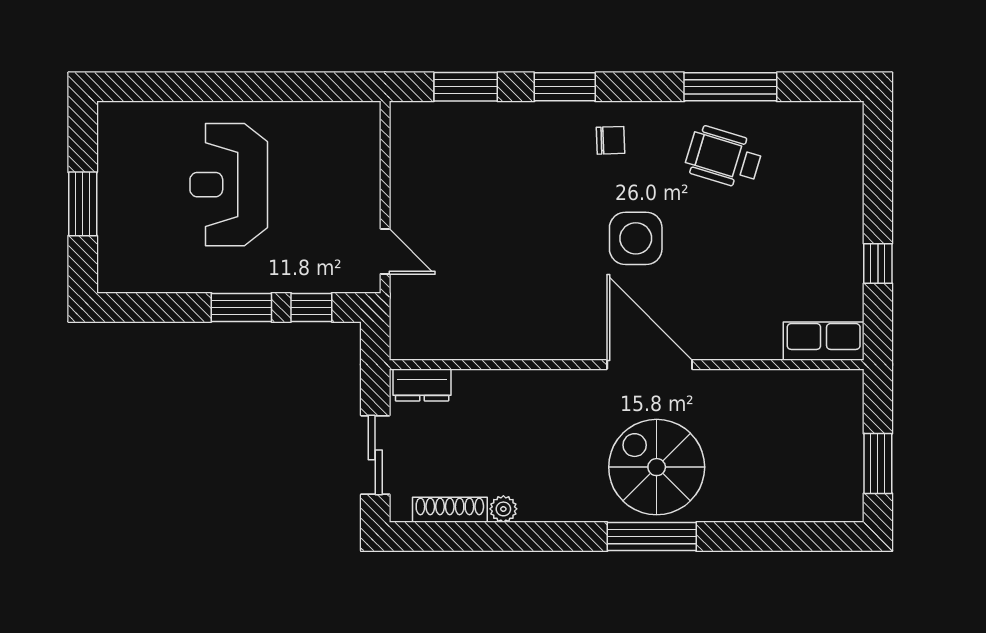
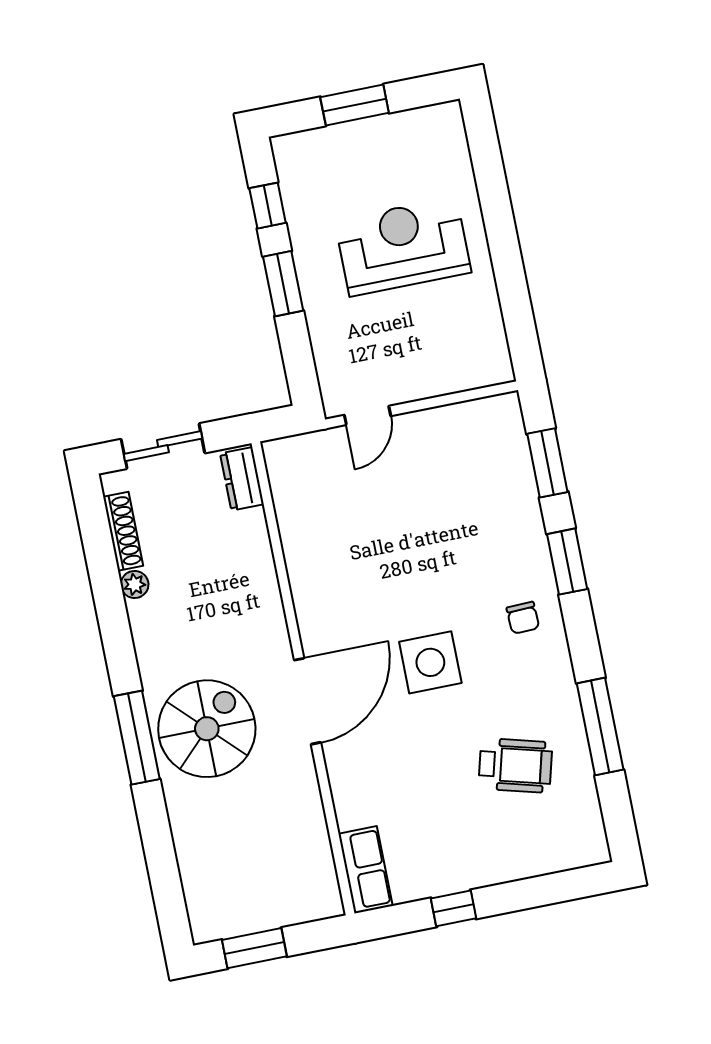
wheelchair: (724, 157) -> (515, 765), moved, turned 88
window: (311, 307) -> (268, 206), moved

